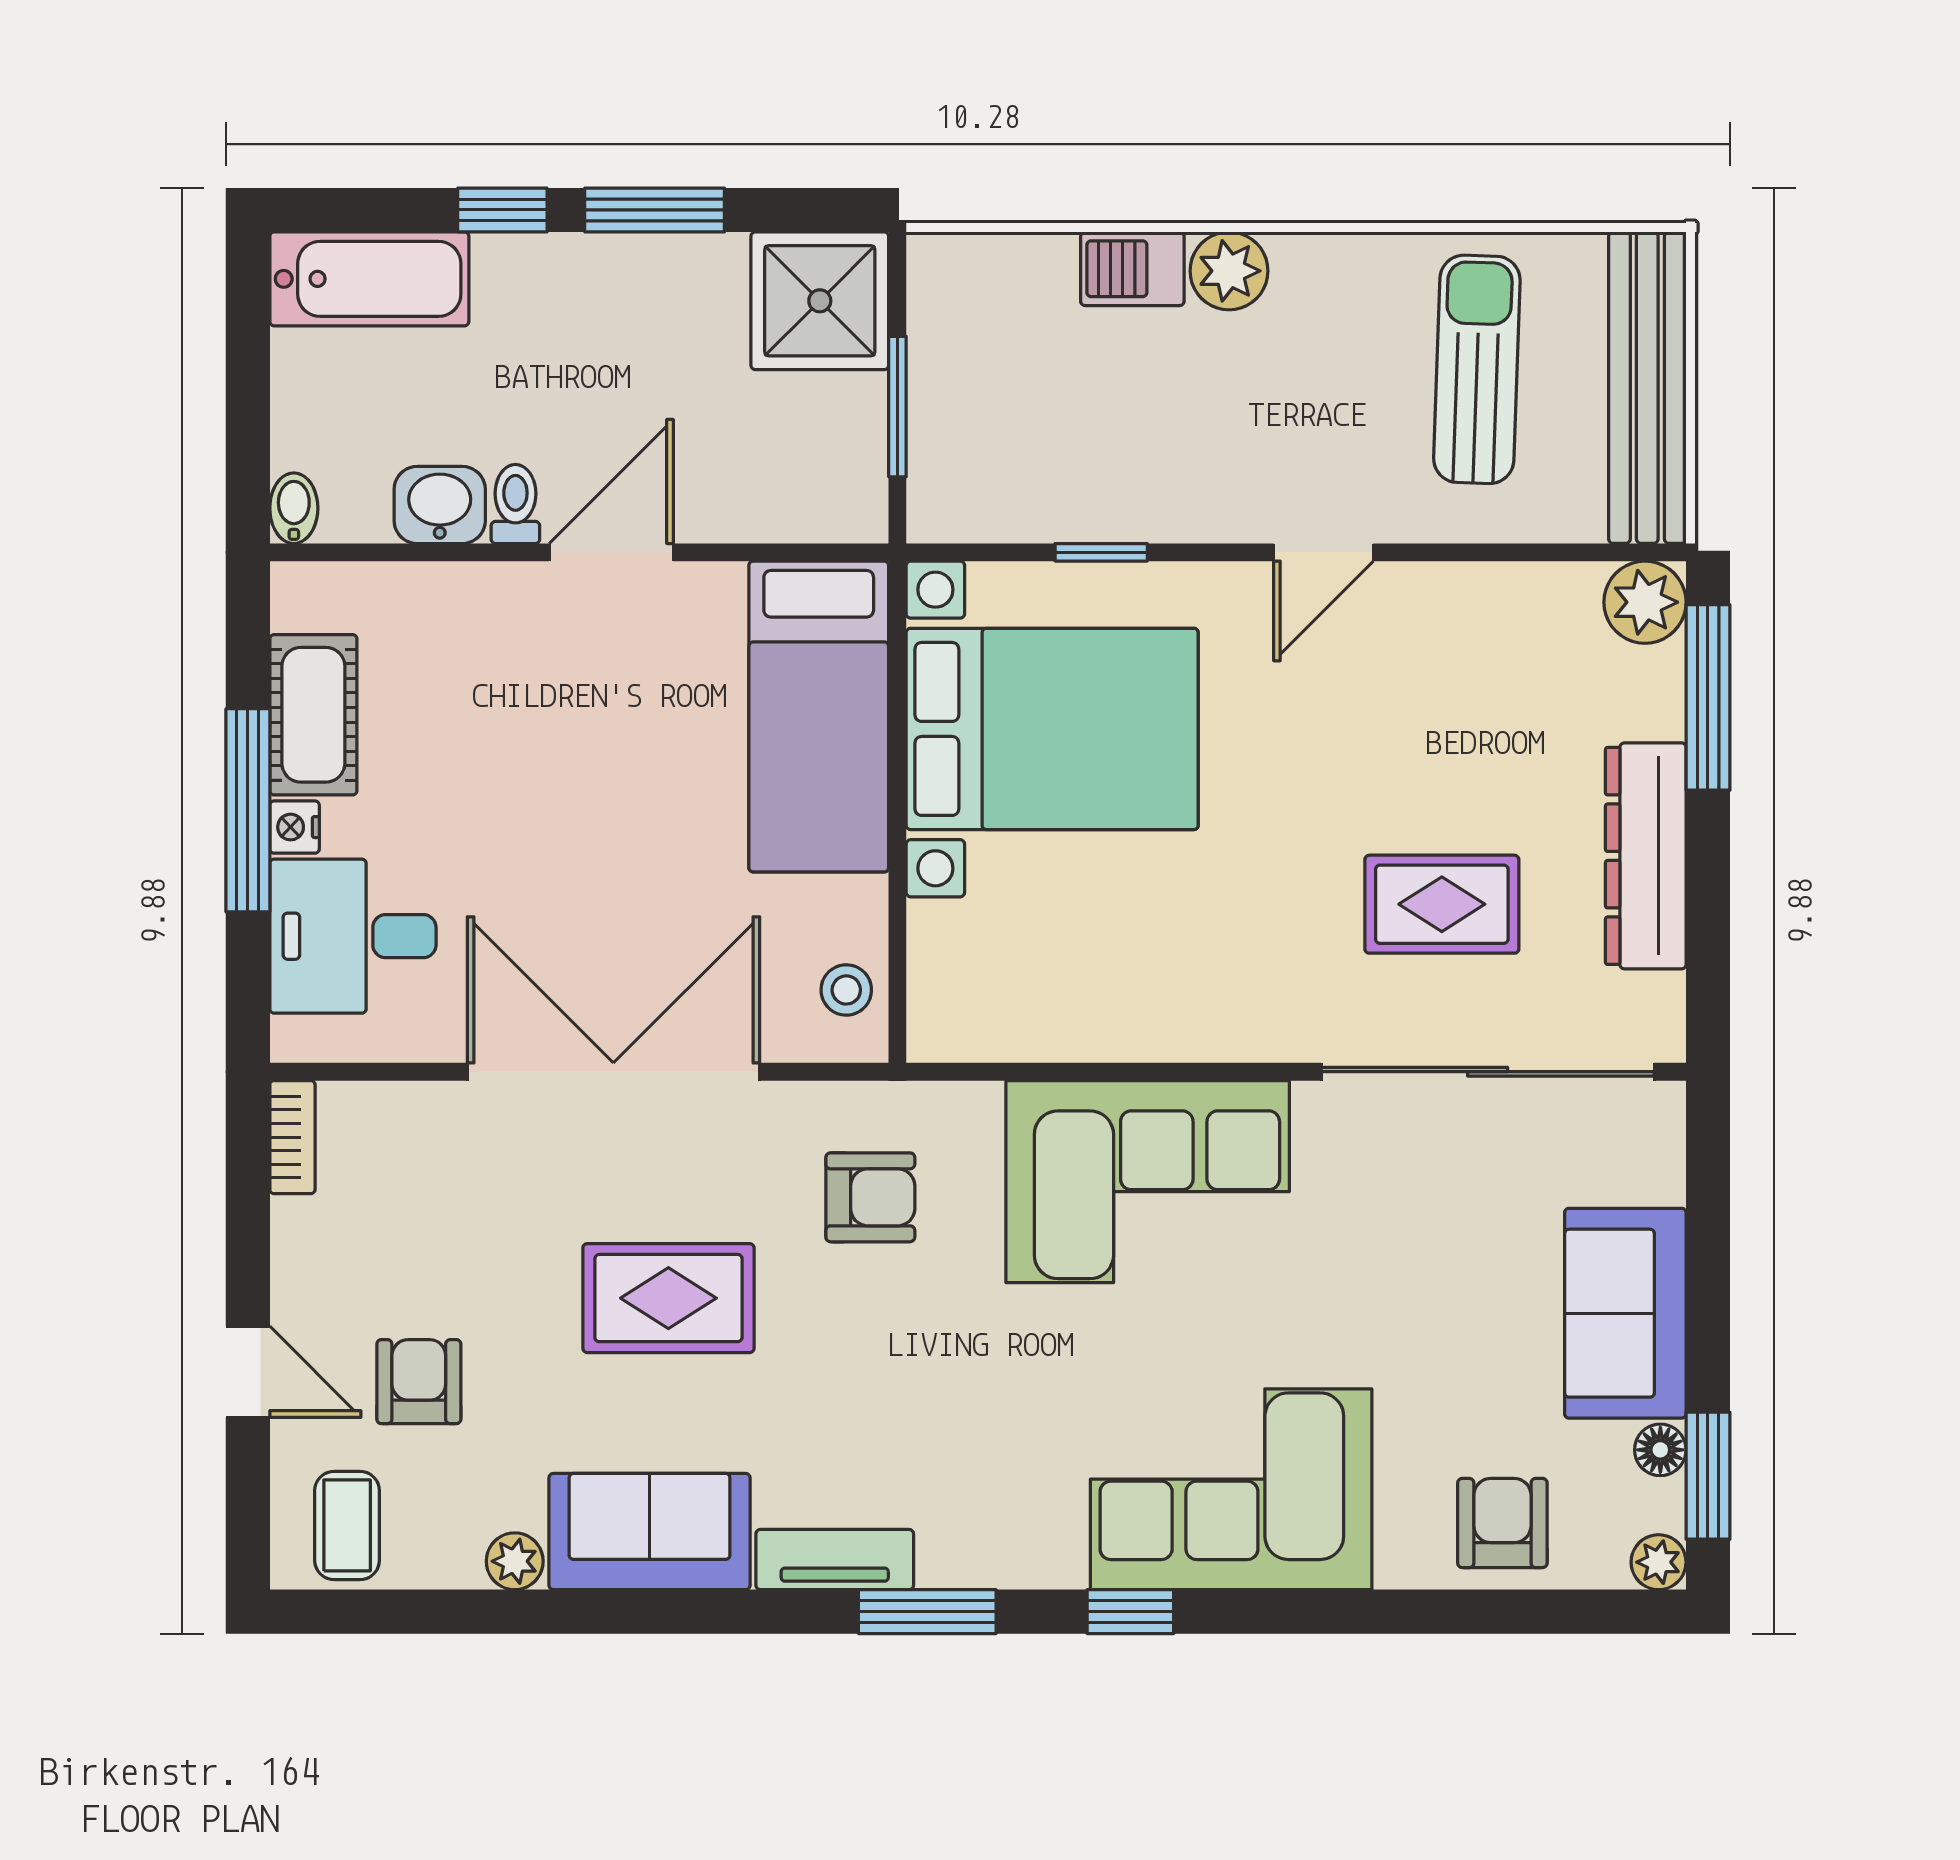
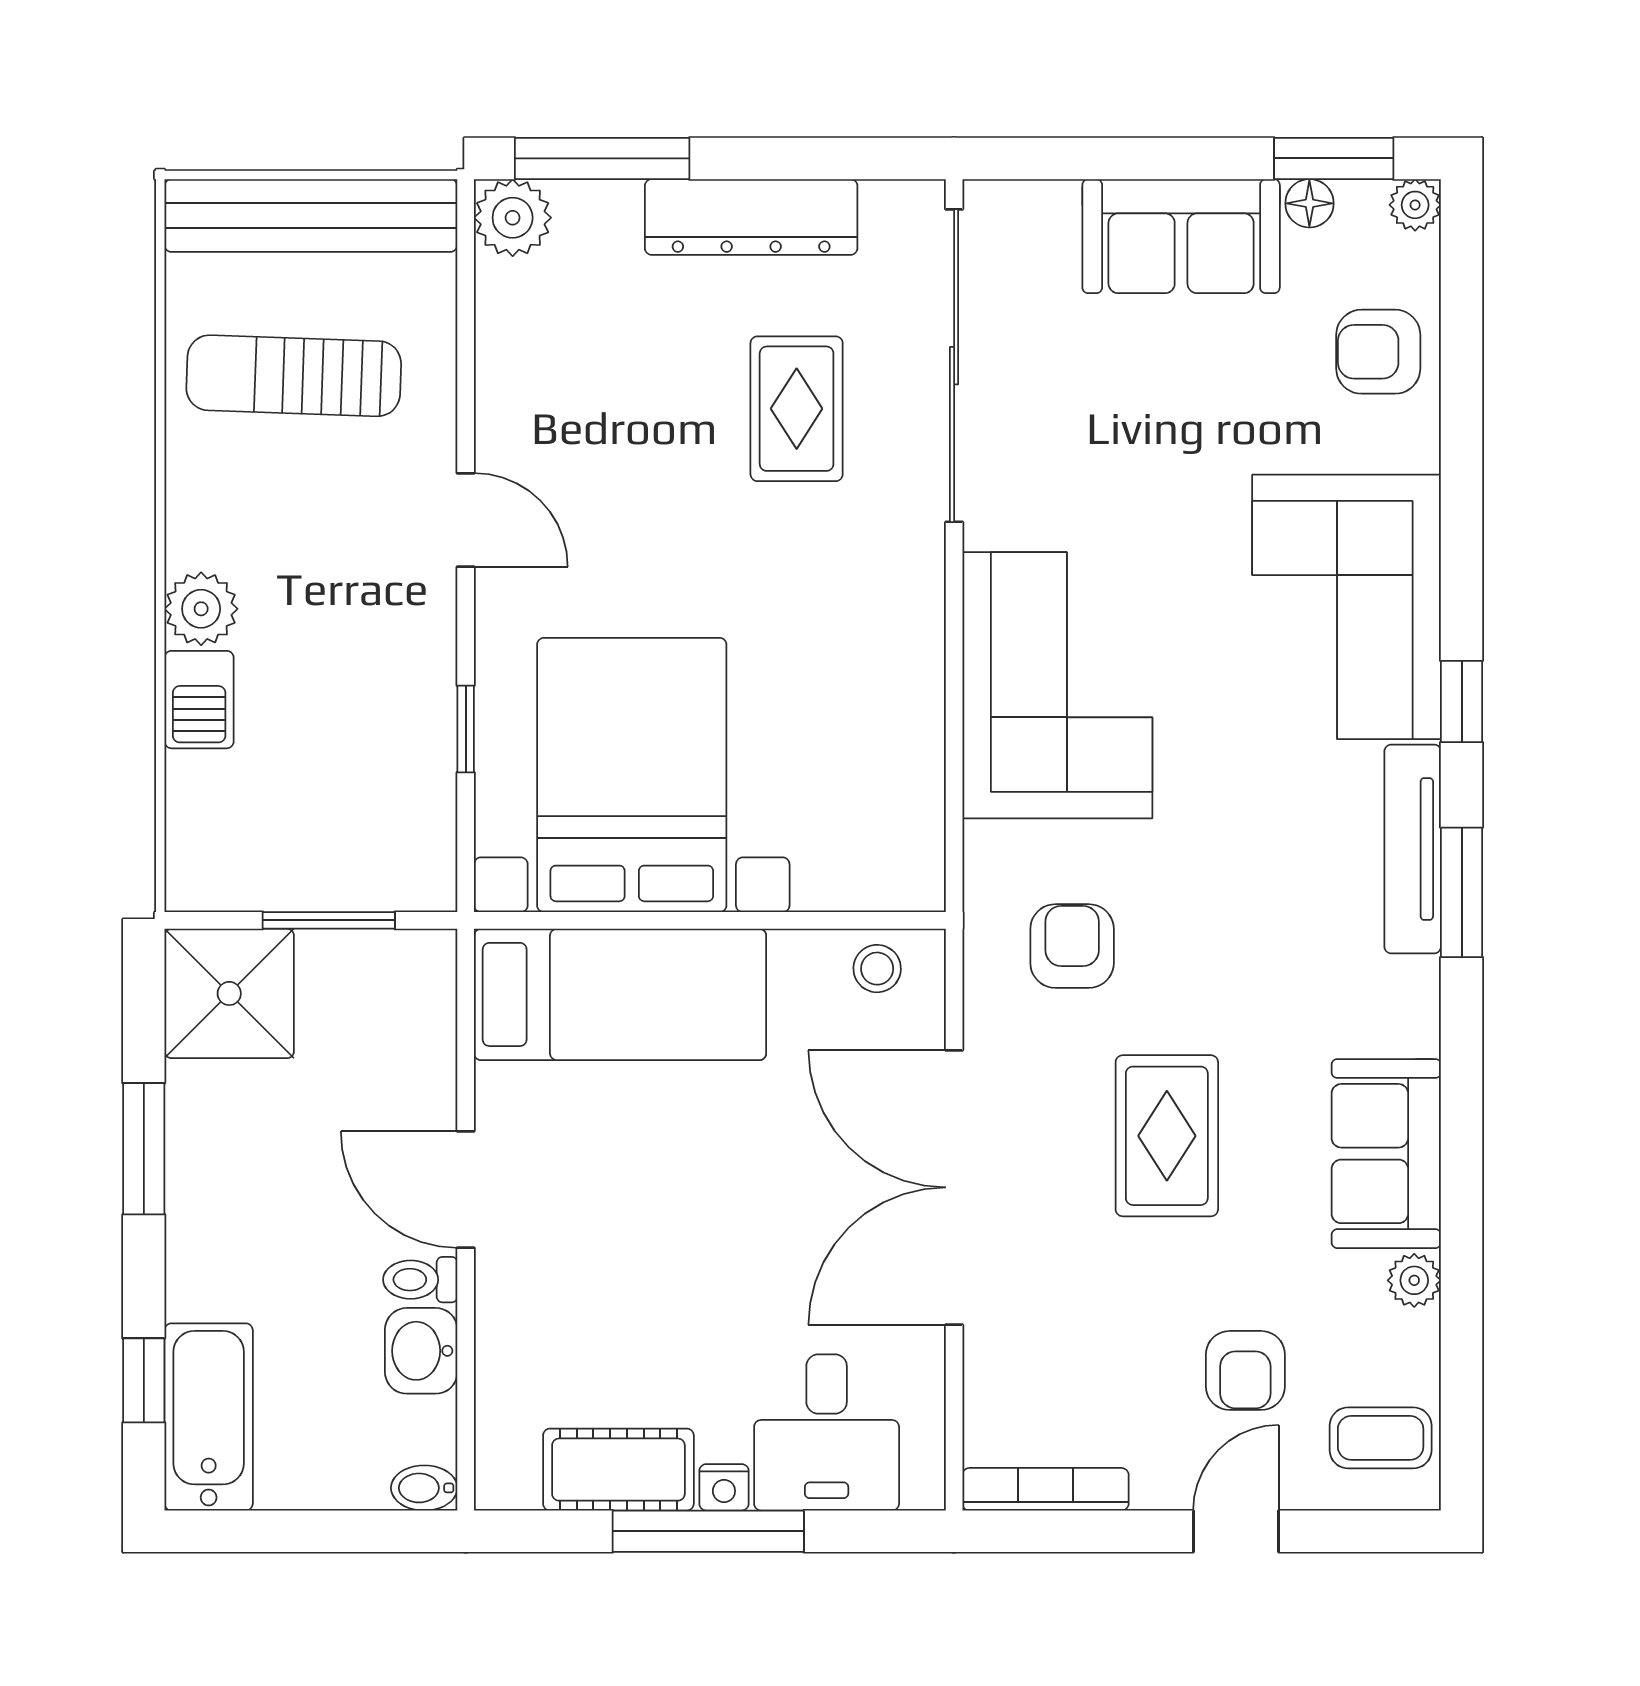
window: (502, 210) -> (144, 1380), moved
bookcase: (292, 1137) -> (1045, 1489), width x1.56
armchair: (419, 1382) -> (1245, 1370), turned -90
tv unit: (835, 1560) -> (1413, 849), moved, width x1.41

